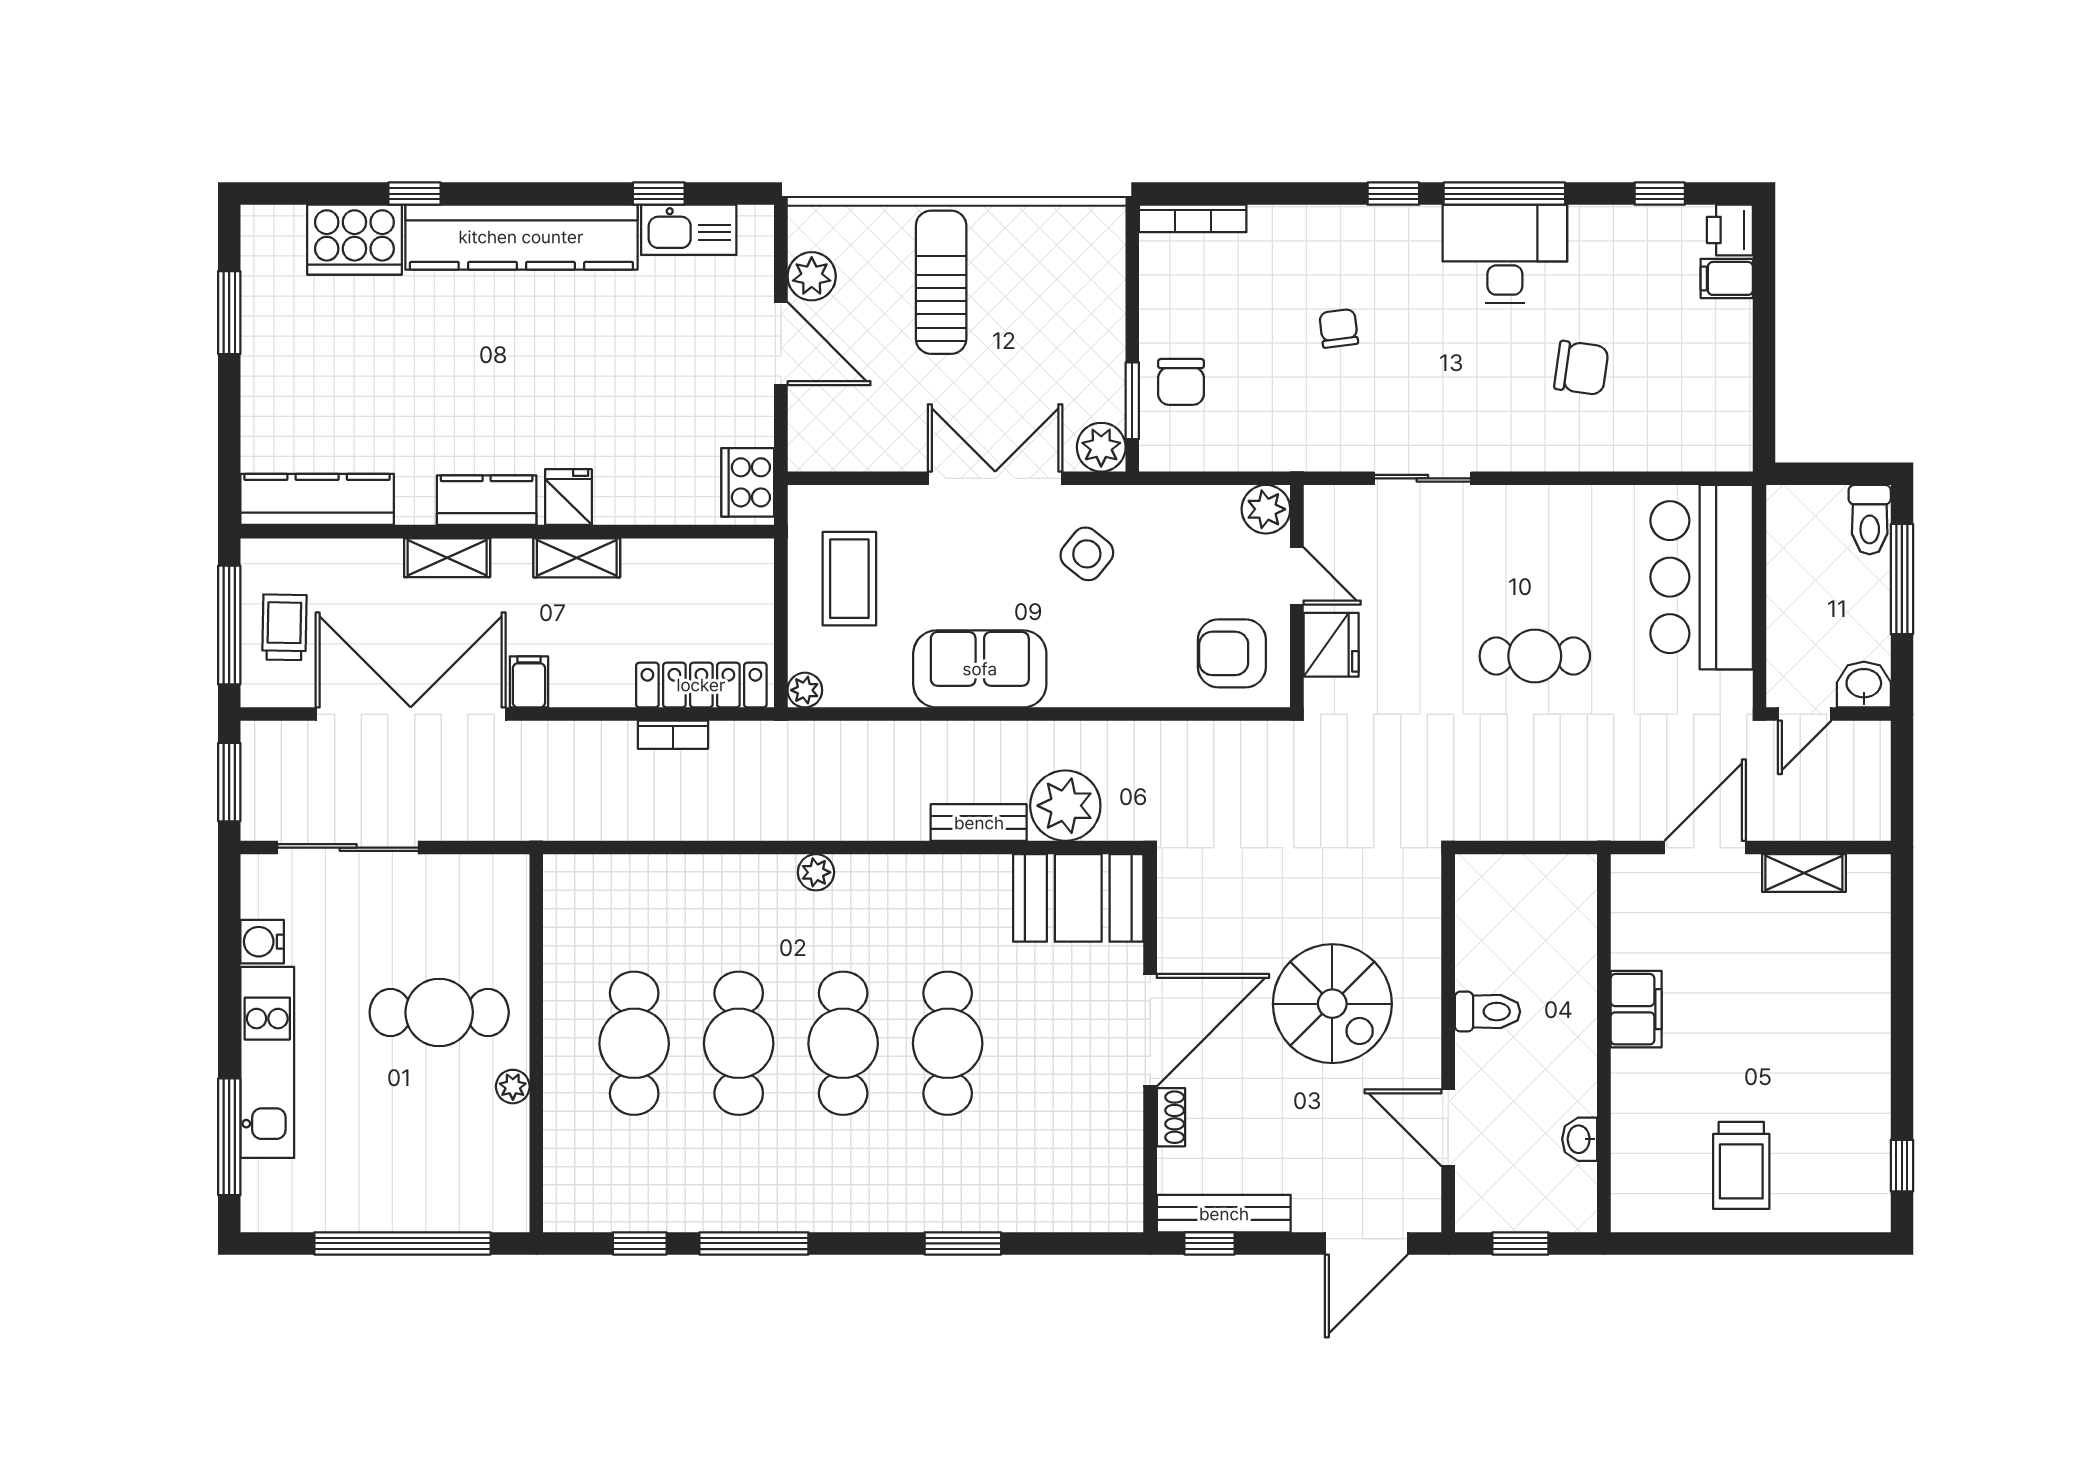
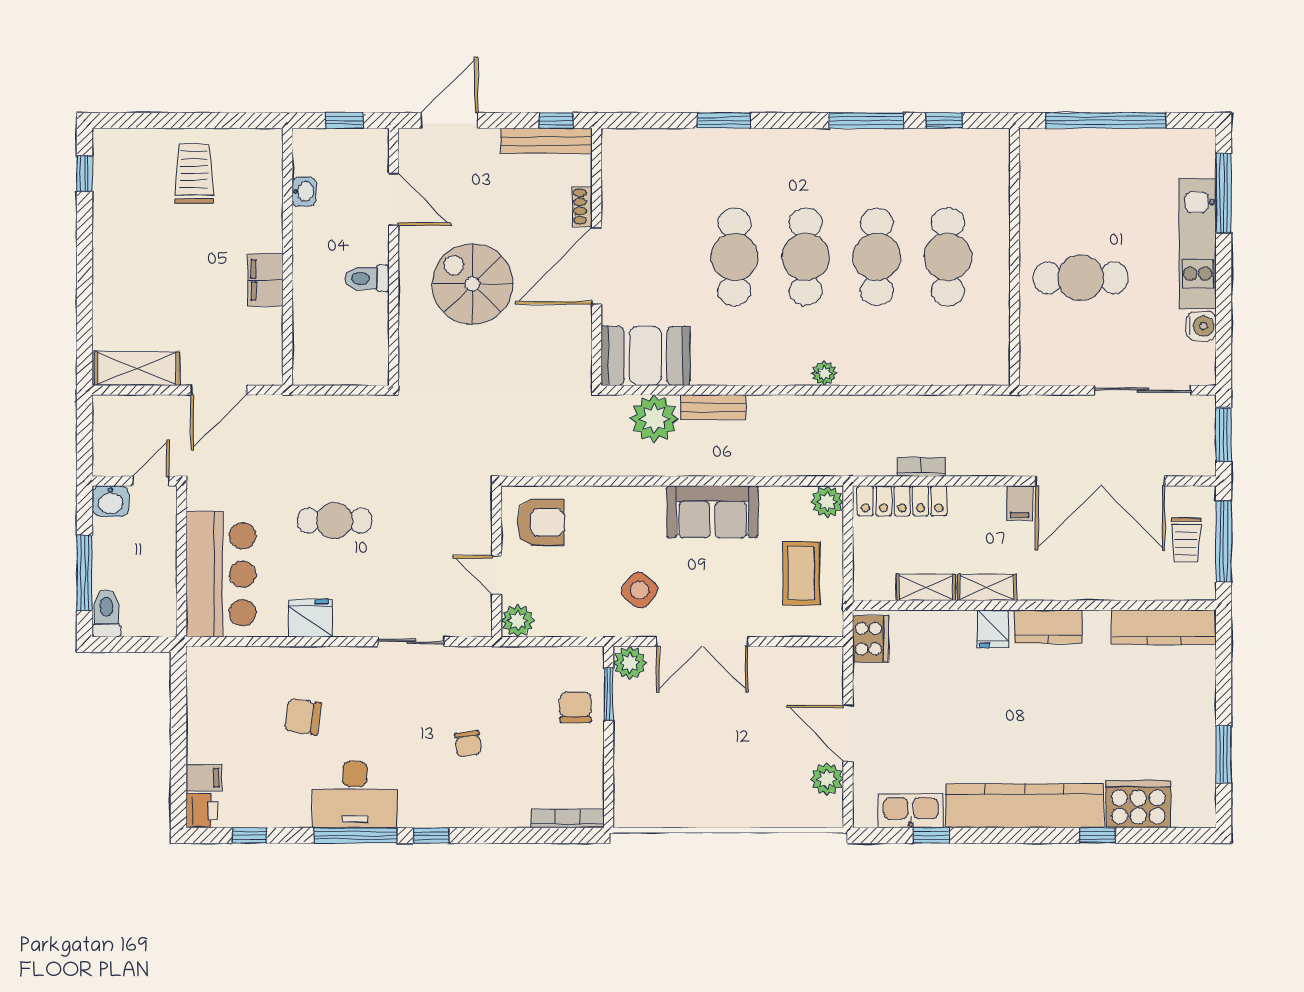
sun lounger: (941, 282) -> (739, 775), removed
shelving: (447, 558) -> (926, 588), moved
fridge: (1331, 645) -> (310, 618), moved, turned 90
plant: (805, 690) -> (827, 502), width x1.38, depth x1.38
shelving: (1804, 873) -> (137, 368), width x1.50, depth x1.33
plant: (513, 1087) -> (1031, 227), removed

